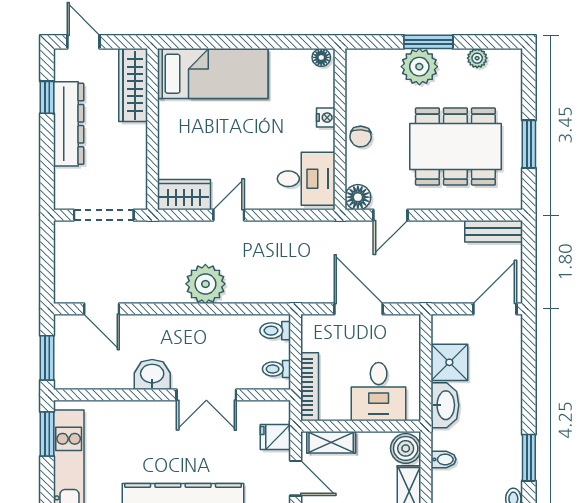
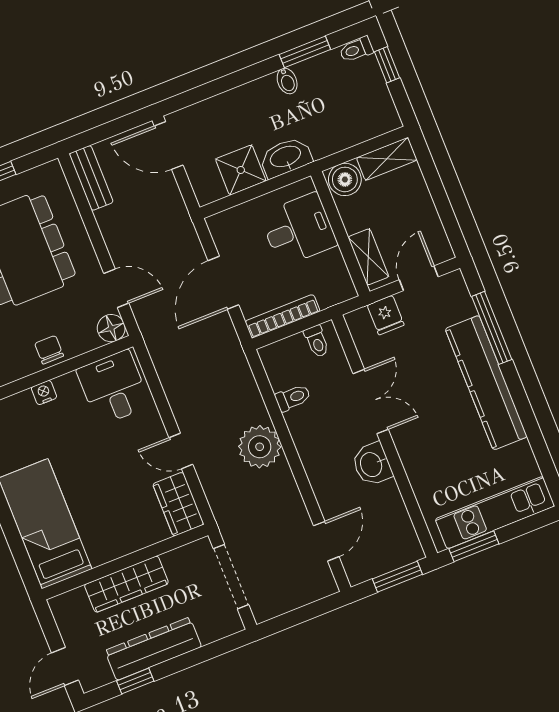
wardrobe: (133, 85) -> (126, 584), moved
chair: (361, 137) -> (49, 350), turned -93
toilet: (275, 331) -> (293, 398), moved, turned -90
bookcase: (310, 387) -> (282, 316), moved
bidet: (443, 459) -> (287, 81), moved, turned 180

